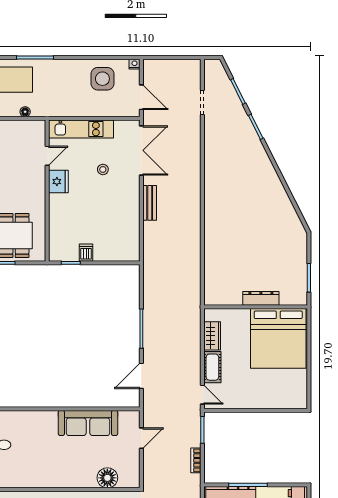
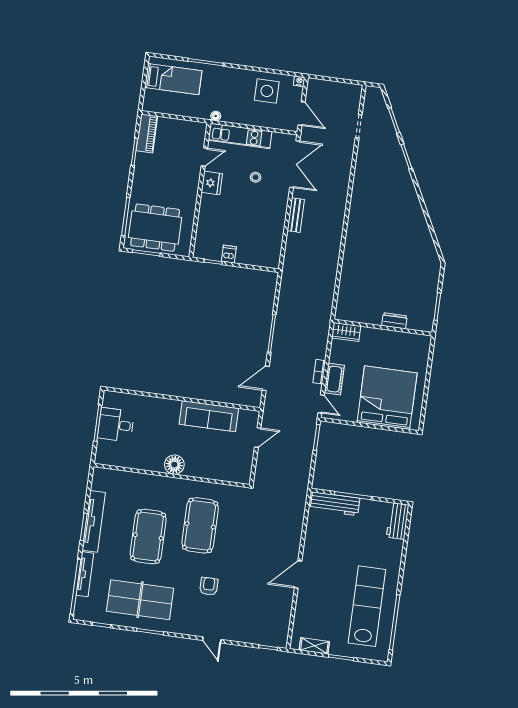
floor lamp: (25, 112) -> (216, 116), moved
dresser: (261, 298) -> (394, 321), width x0.70
wardrobe: (212, 336) -> (346, 332), moved, turned 90
bed: (278, 338) -> (387, 398), moved, turned 180
bookcase: (196, 460) -> (319, 372), moved
floor lamp: (107, 478) -> (174, 465), moved

